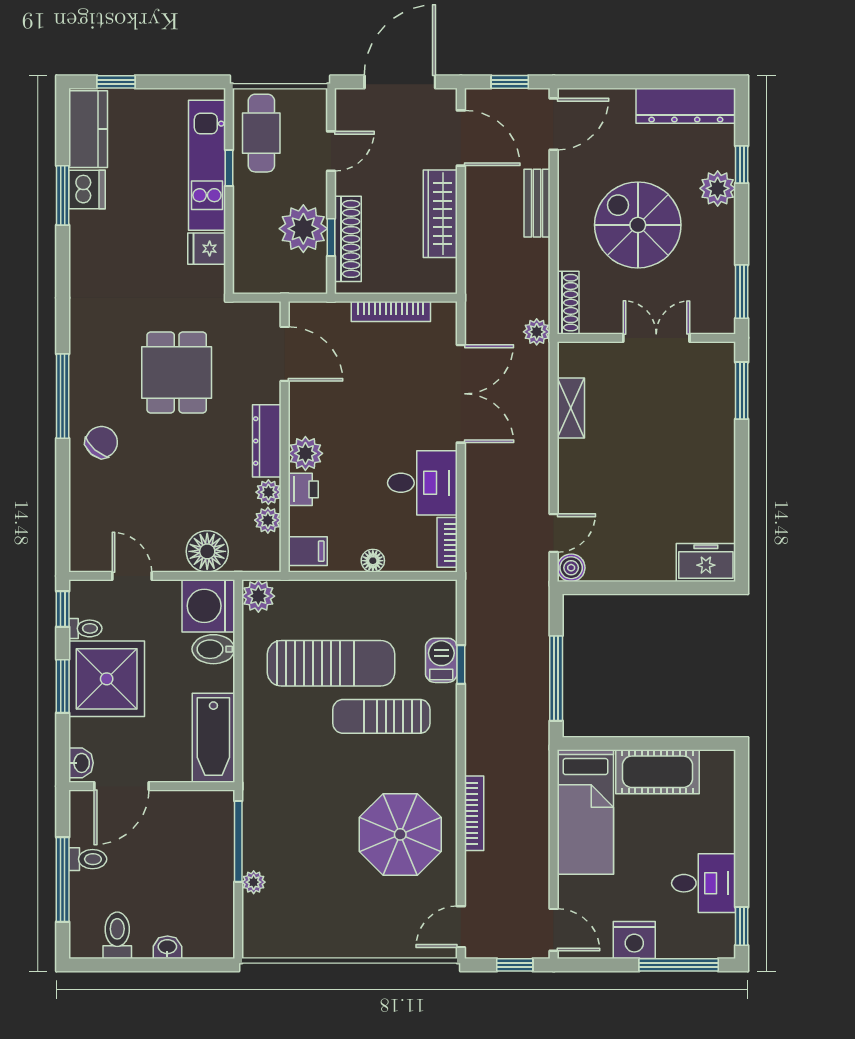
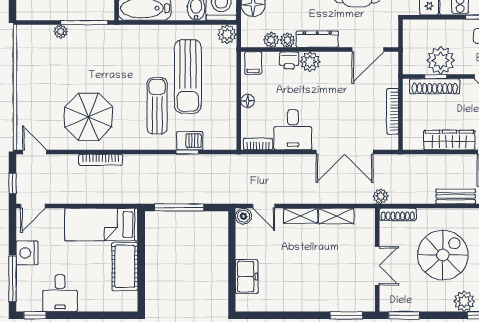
shelving: (570, 470) -> (300, 216), added
freezer: (706, 562) -> (247, 277), moved

